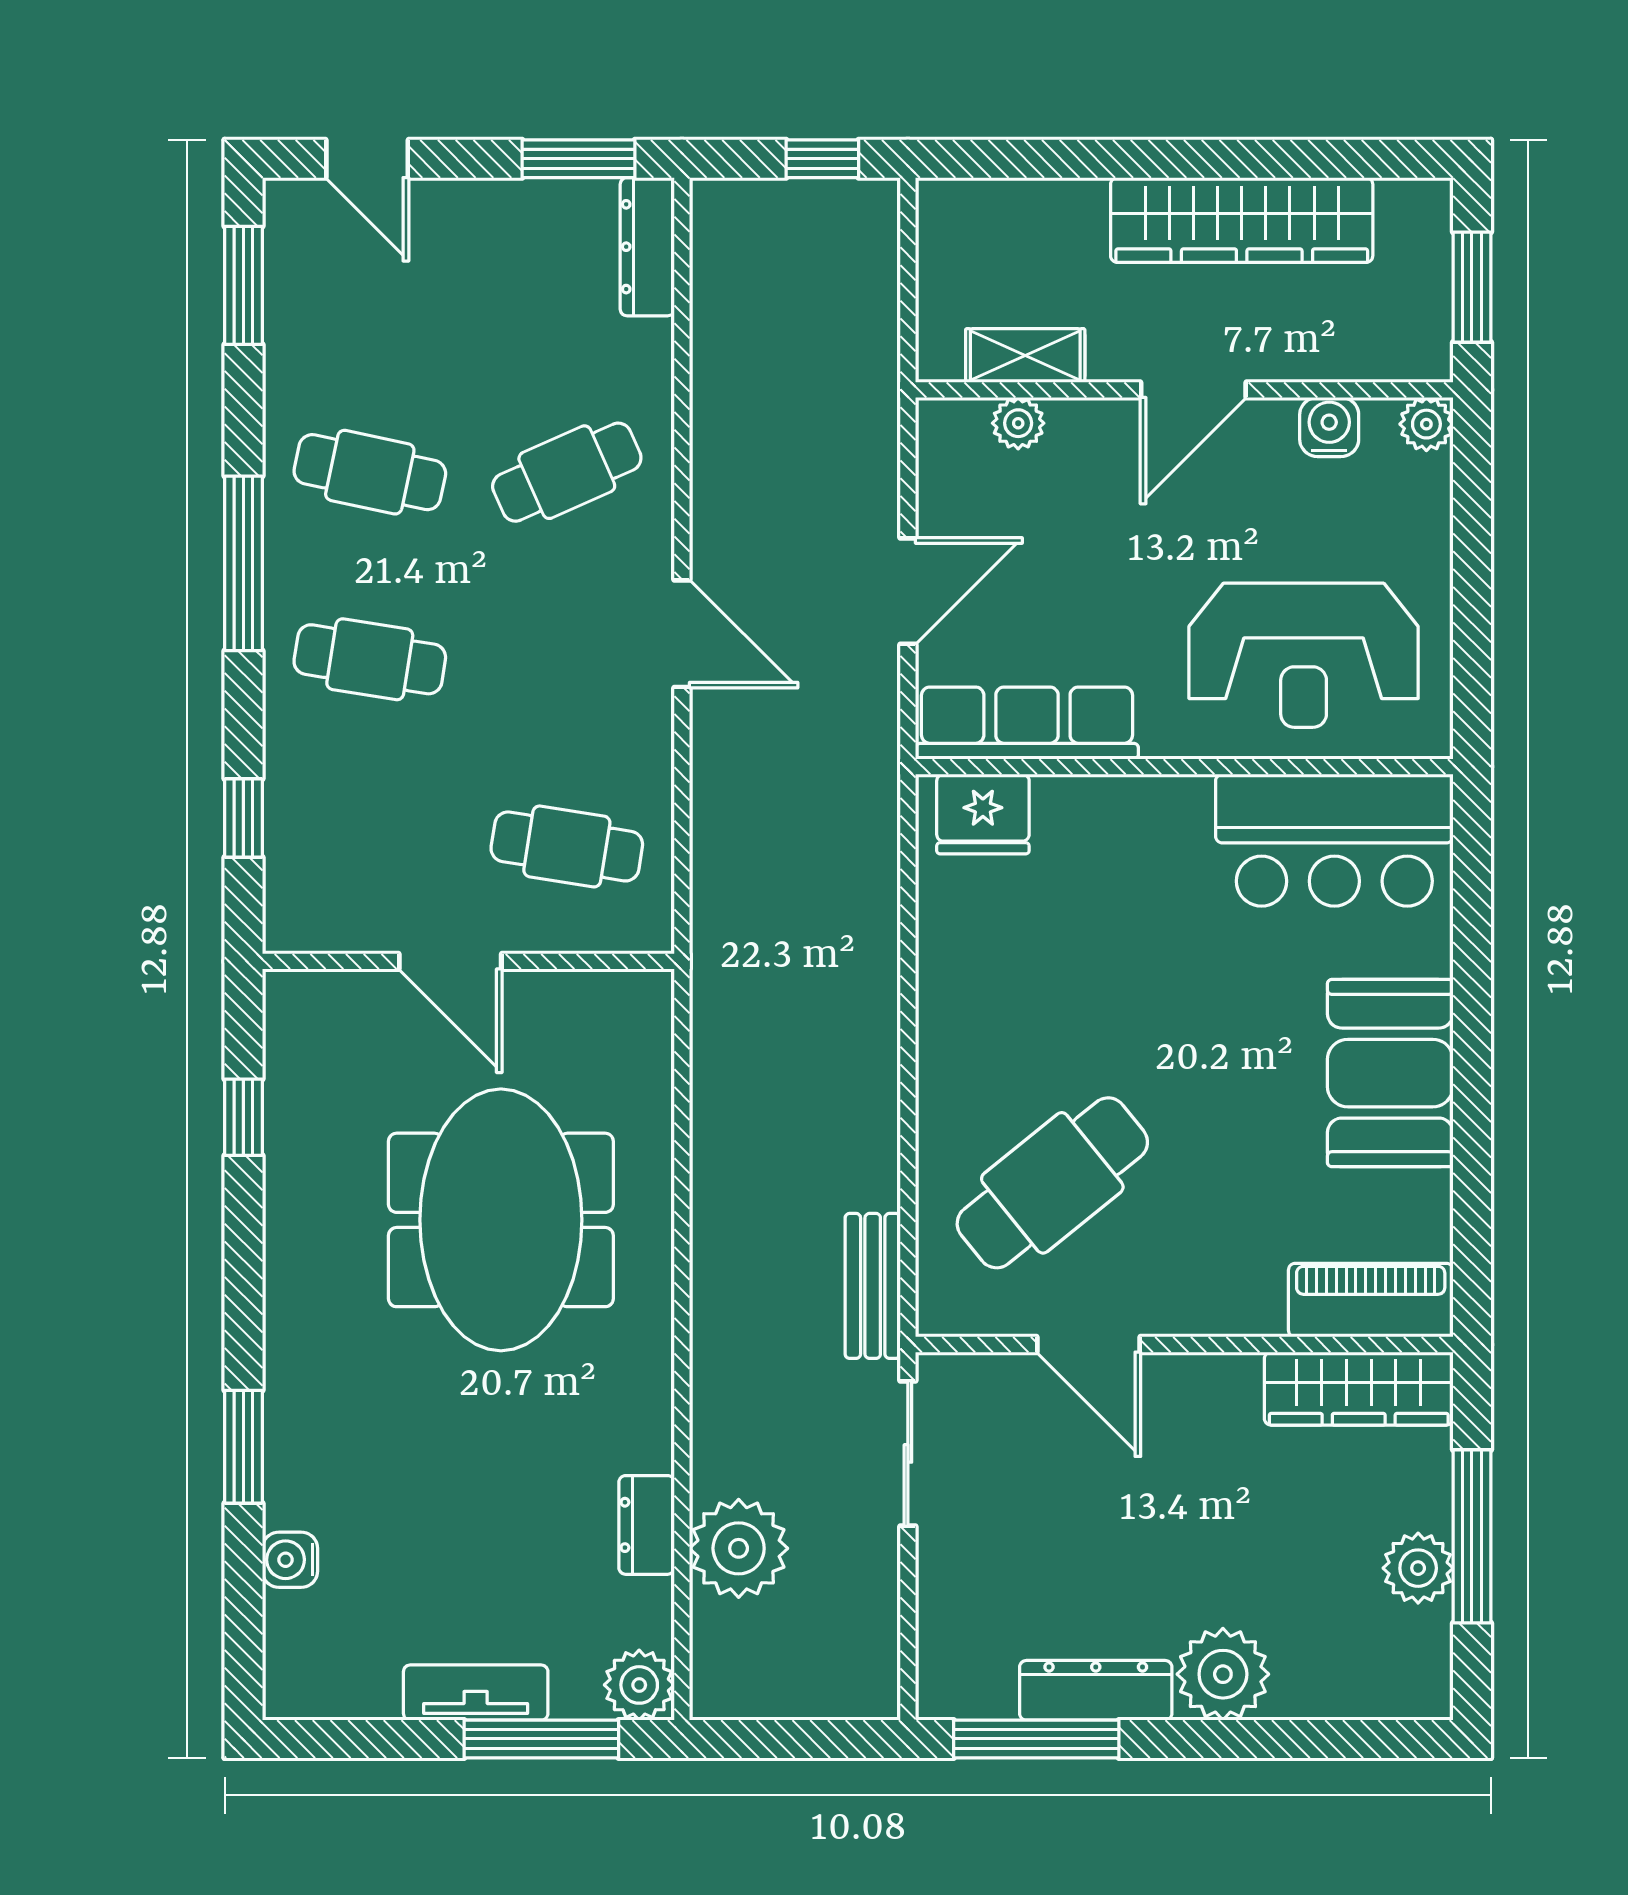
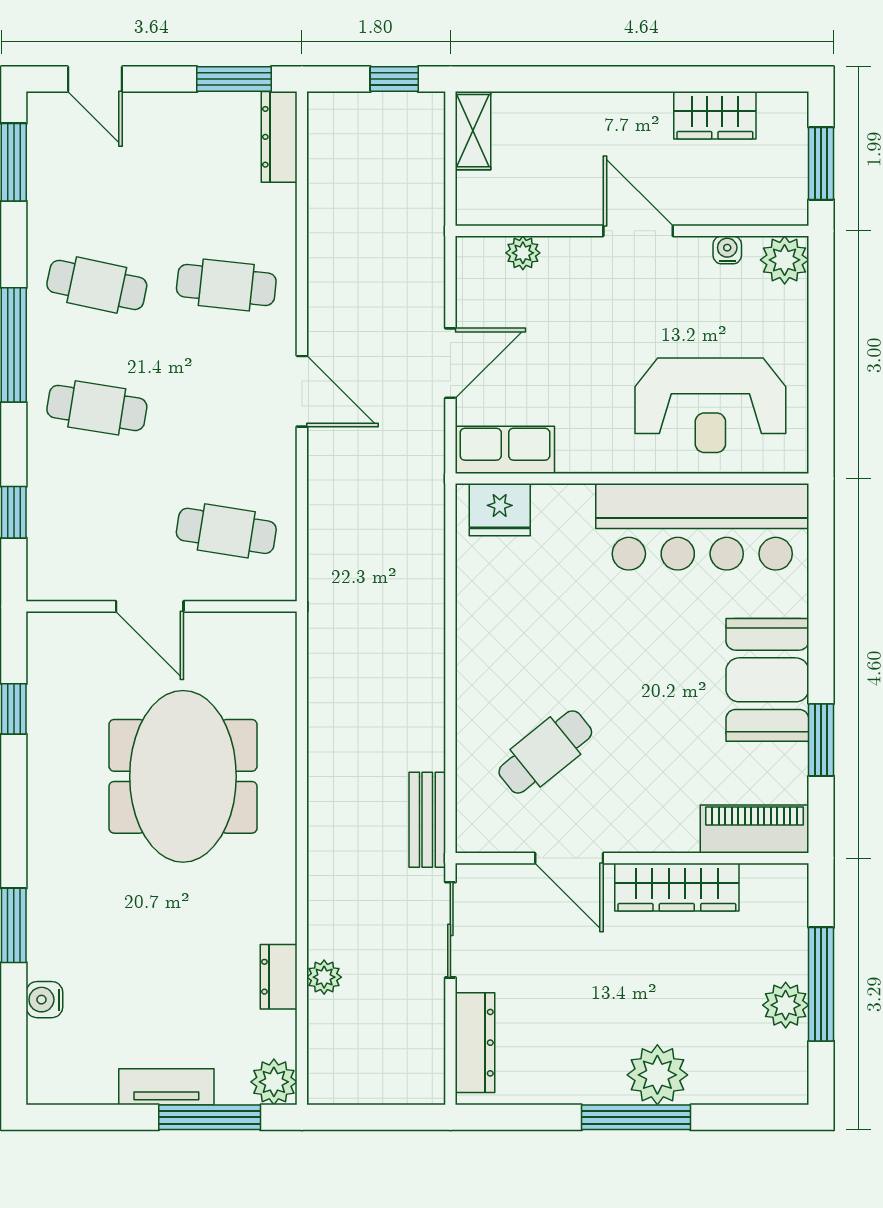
wardrobe: (1242, 220) -> (715, 115), width x0.48, depth x0.85
shelving: (1025, 356) -> (473, 131), moved, turned 90
door: (1193, 390) -> (638, 231), swing flipped
plant: (1426, 424) -> (785, 260), width x1.38, depth x1.38
water cooler: (1329, 427) -> (727, 250), width x0.72, depth x0.72
cafe table: (567, 472) -> (226, 285), turned 30
row of seats: (1027, 723) -> (505, 450), width x0.68
bar counter: (1334, 840) -> (702, 527), width x1.36
window: (1472, 1165) -> (821, 740), added
cafe table: (1052, 1183) -> (545, 752), width x0.73, depth x0.74
wardrobe: (1359, 1389) -> (677, 887), moved
plant: (739, 1548) -> (324, 977), width x0.53, depth x0.53
dresser: (1096, 1690) -> (475, 1043), moved, turned 90
window: (1036, 1739) -> (636, 1117), moved

